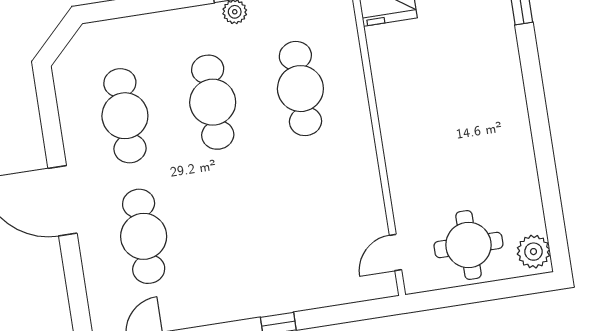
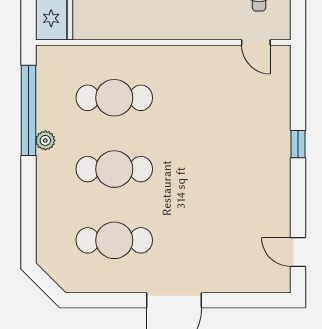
cafe table: (144, 236) -> (212, 240), removed

